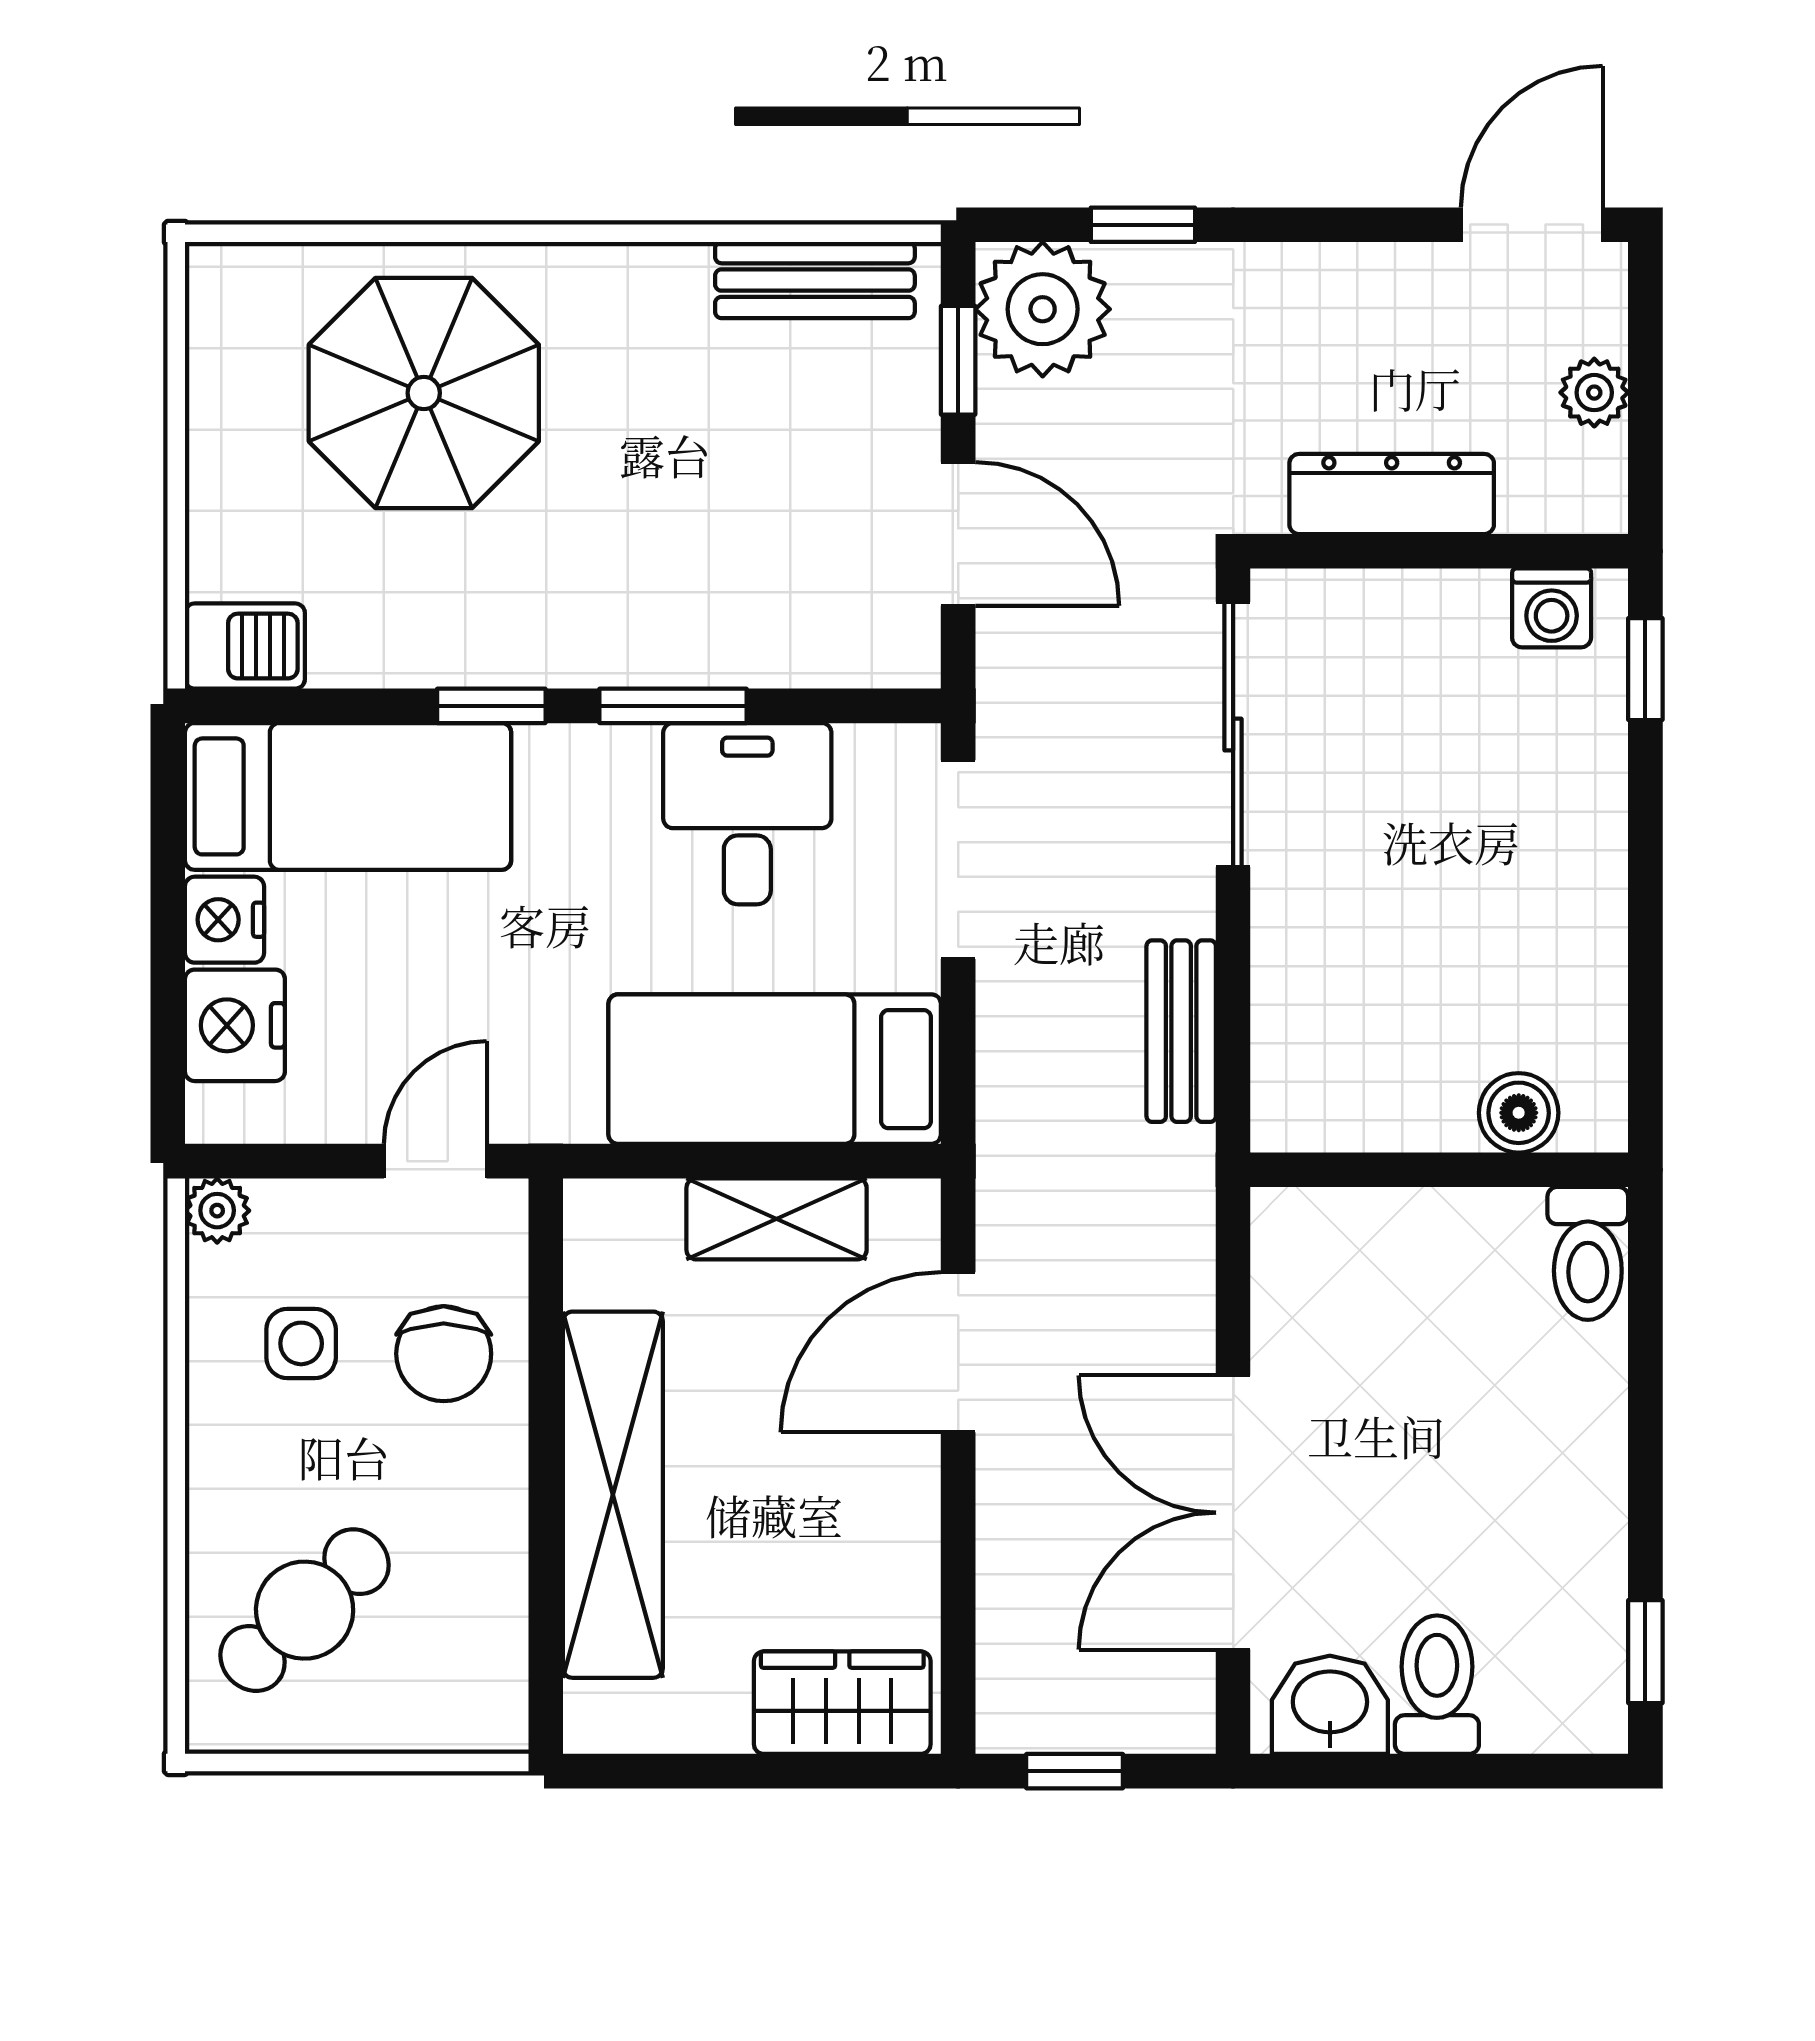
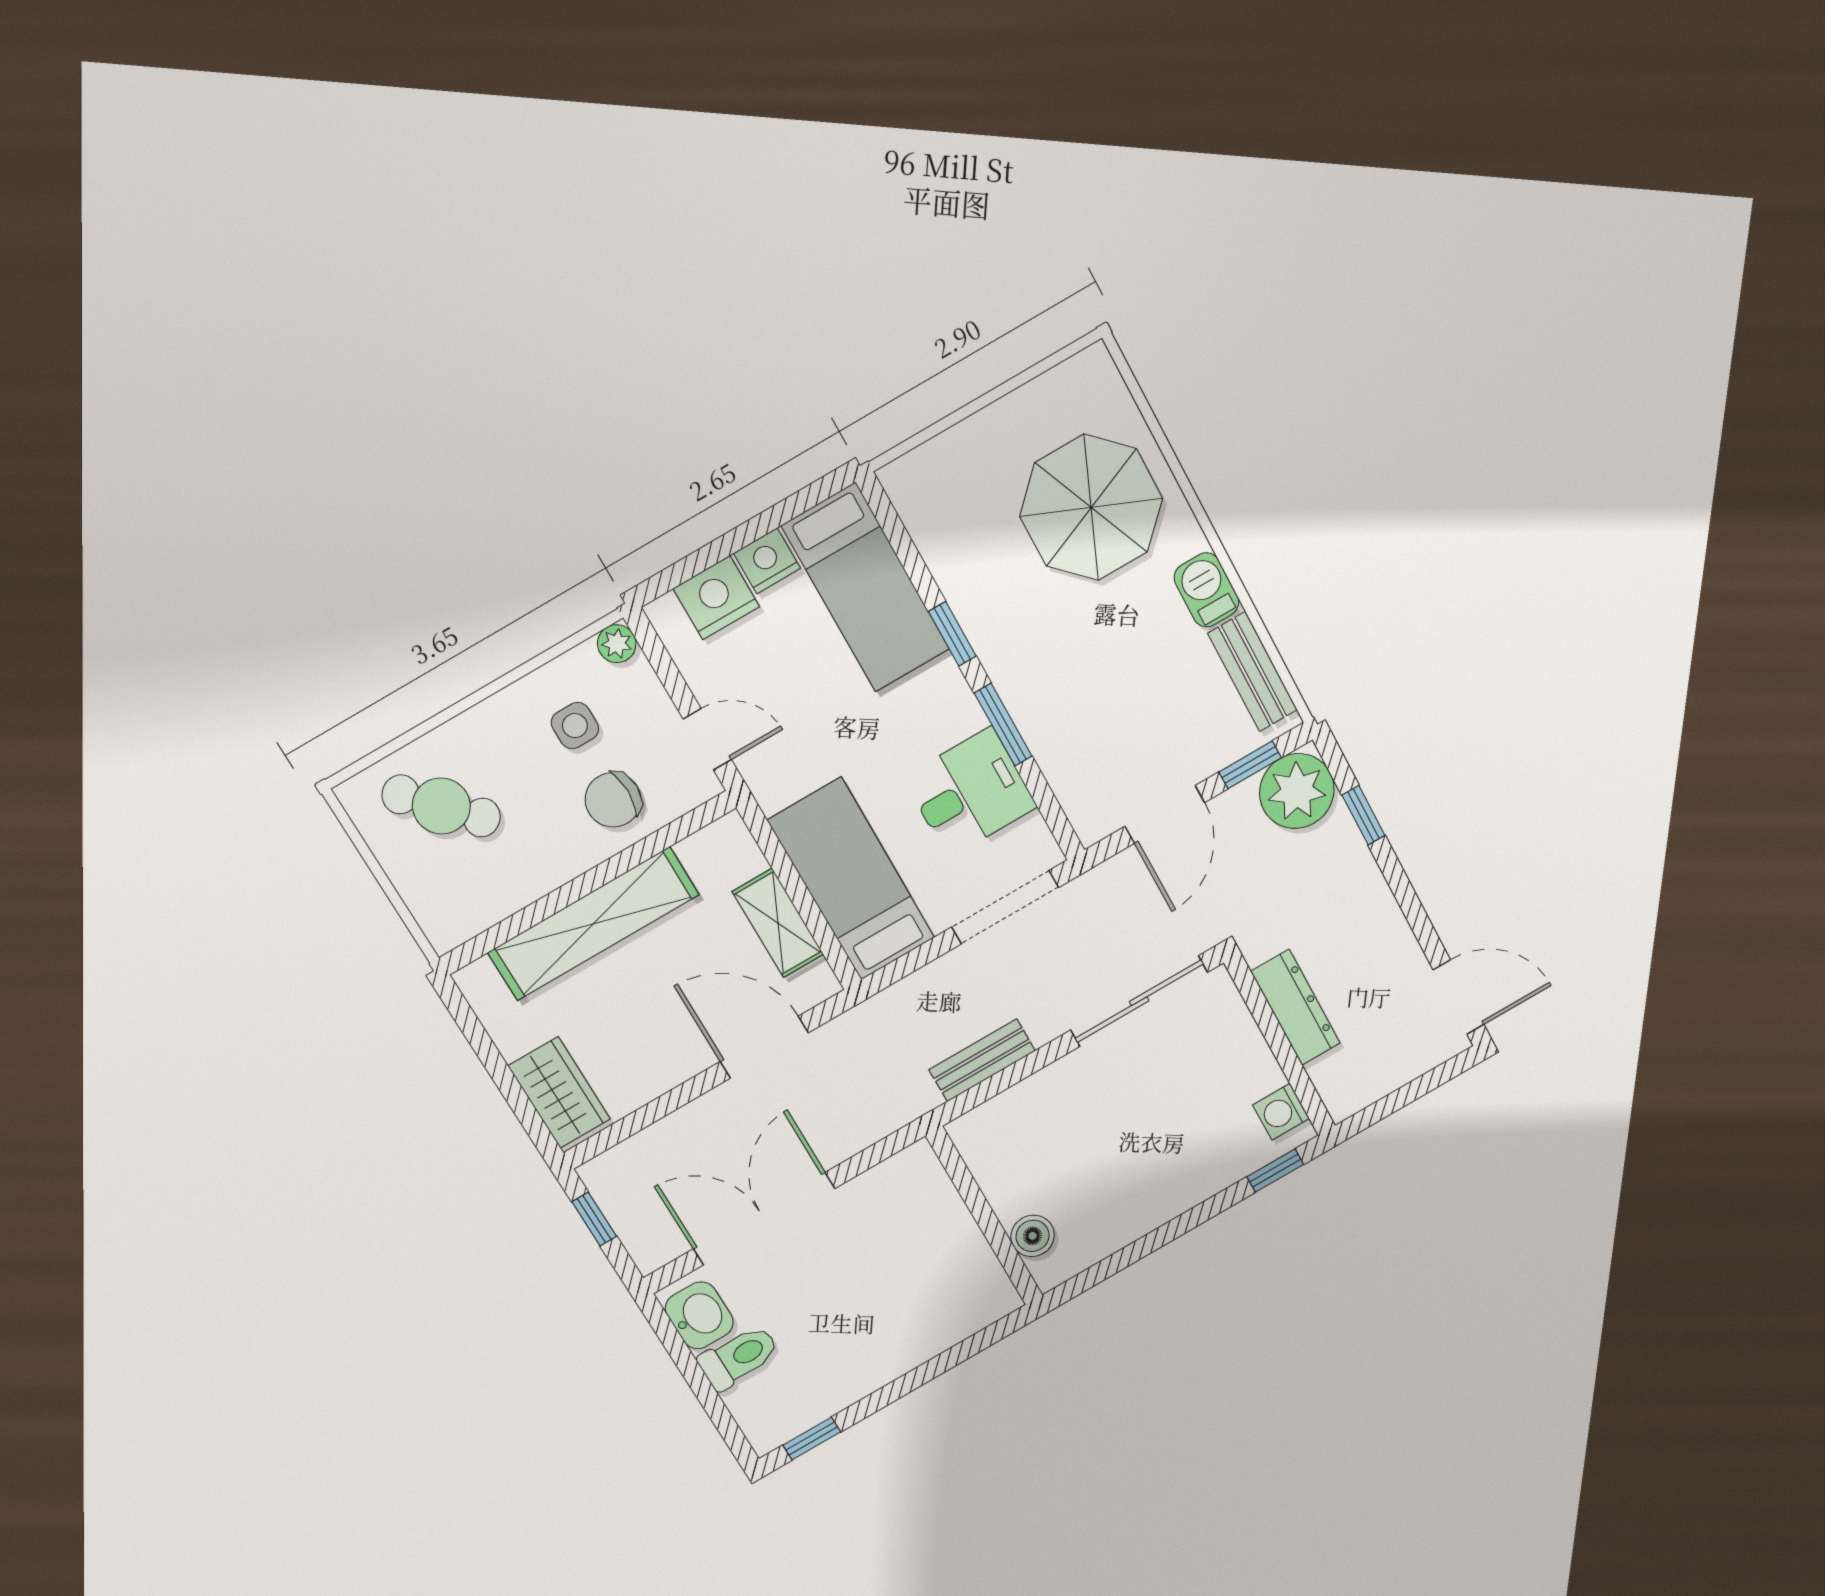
plant: (1594, 393) -> (1394, 1072), removed
barbecue: (245, 646) -> (1206, 590), moved, turned 180
toilet: (1588, 1253) -> (984, 1305), removed

